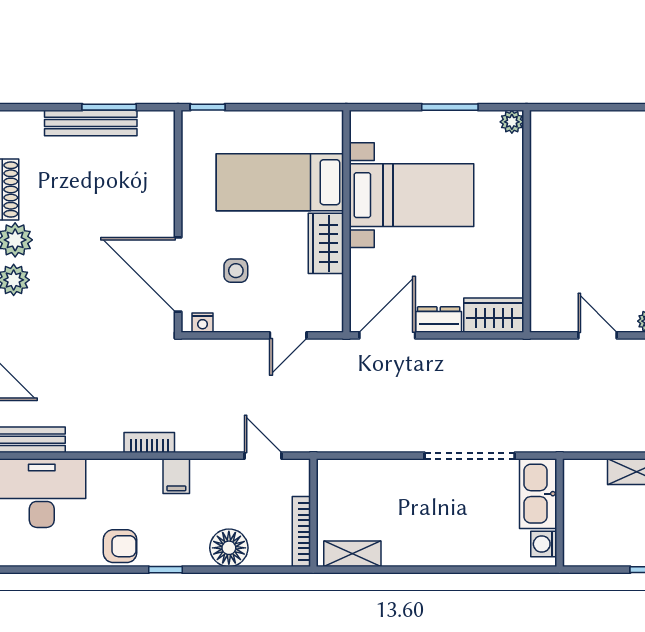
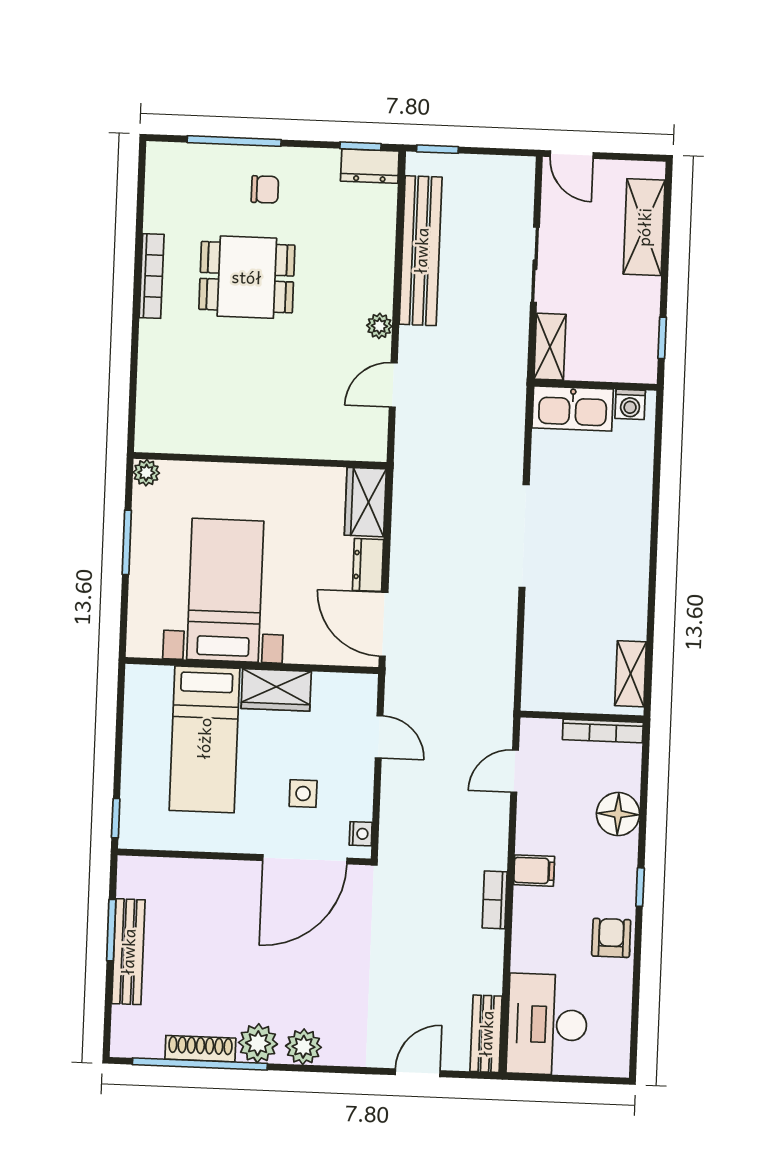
kitchen sink: (538, 494) -> (573, 409), moved
wall: (560, 513) -> (595, 385), moved
washing machine: (544, 544) -> (630, 404), moved

